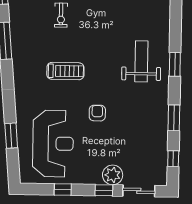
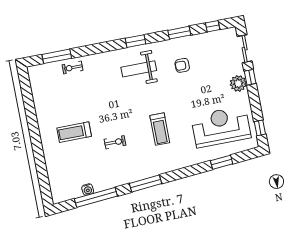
treadmill: (65, 71) -> (160, 129), turned 180
armchair: (97, 113) -> (182, 65), moved
plant: (113, 175) -> (238, 83), moved
window: (63, 190) -> (260, 128), moved

